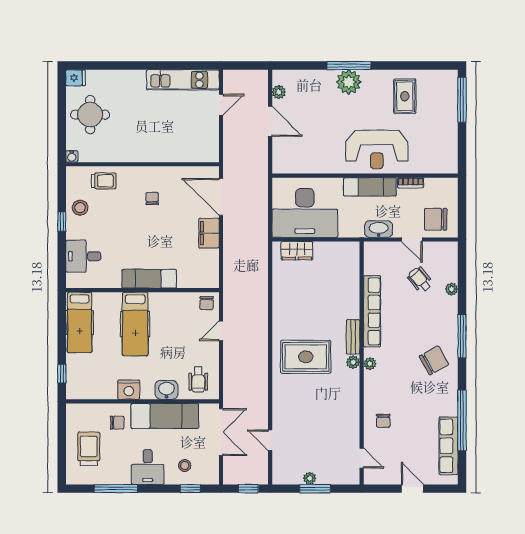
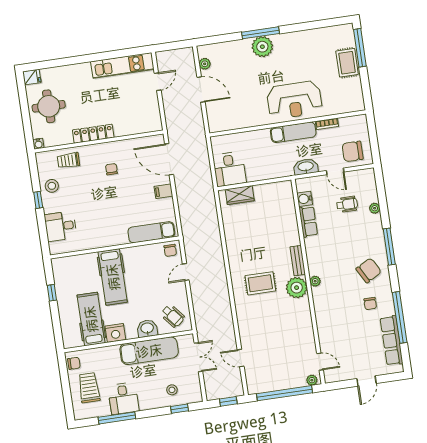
rug: (405, 96) -> (347, 63), moved
locker: (137, 154) -> (93, 134), added
trolley: (104, 181) -> (68, 160), turned 180
desk: (305, 213) -> (229, 169), width x0.53, depth x0.77
filing cabinet: (209, 233) -> (163, 191), width x0.50
water cooler: (372, 266) -> (305, 199), added
exam couch: (149, 279) -> (151, 232), moved
wheelchair: (420, 280) -> (347, 204), turned 130
row of seats: (372, 311) -> (308, 222), width x0.50
hospital bed: (80, 322) -> (91, 319), moved, turned 180
rug: (306, 357) -> (260, 283), width x0.73, depth x0.70
plant: (353, 362) -> (297, 288), width x1.88, depth x1.88
window: (62, 374) -> (52, 293), moved
wheelchair: (198, 380) -> (173, 316), turned -39
chair: (383, 421) -> (370, 304), moved
chair: (117, 423) -> (74, 363), moved
double door: (221, 432) -> (198, 357), width x0.73
desk: (148, 467) -> (123, 398), moved
plant: (310, 478) -> (312, 380), moved
window: (315, 489) -> (284, 393), width x2.11
door: (412, 489) -> (366, 381), swing flipped

